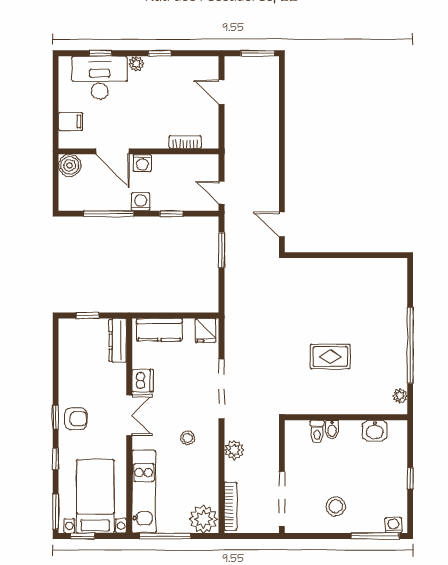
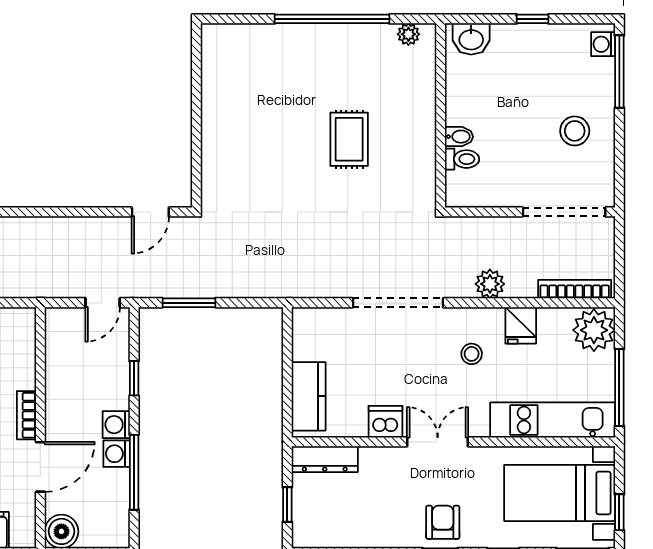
bookcase: (185, 142) -> (26, 415), moved
washing machine: (142, 163) -> (117, 454), moved, turned 180
fridge: (206, 330) -> (521, 325), moved, turned 90
washbasin: (375, 430) -> (471, 39), moved, turned 90

